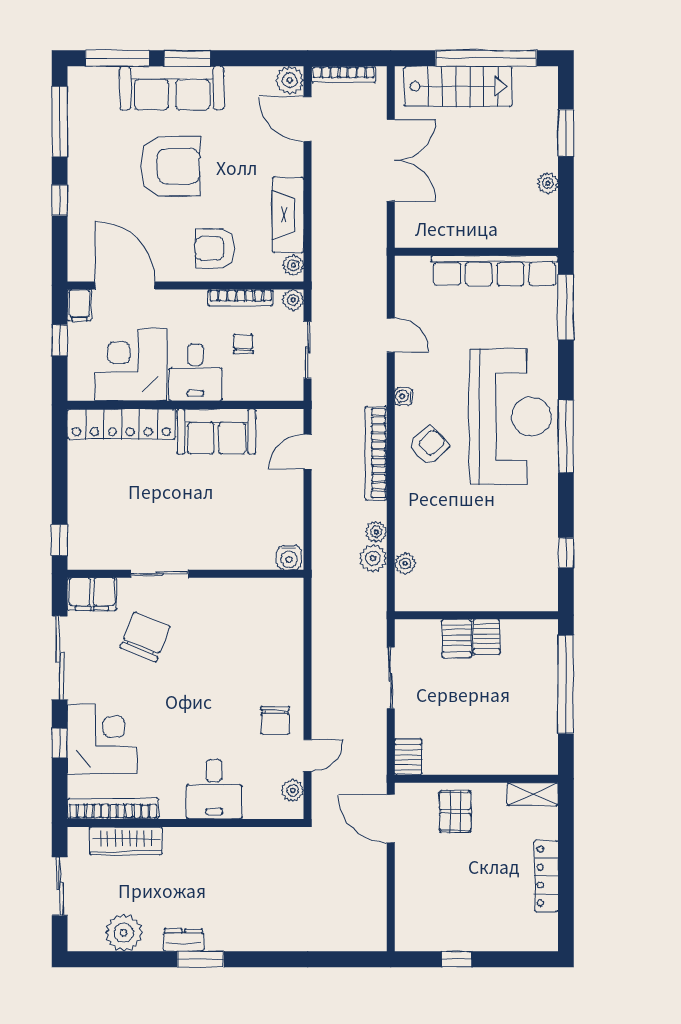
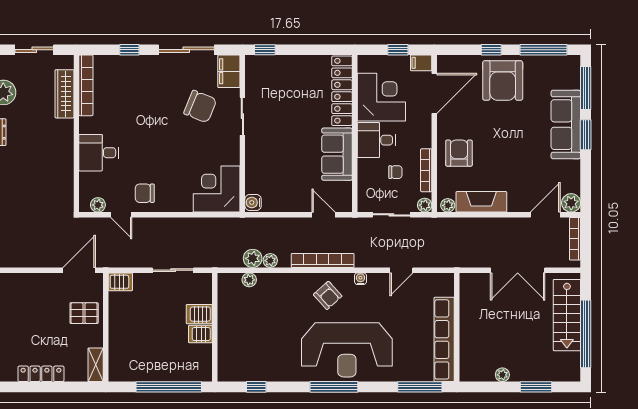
armchair: (170, 166) -> (503, 81), moved
corner desk: (102, 739) -> (217, 189), moved, turned 180

